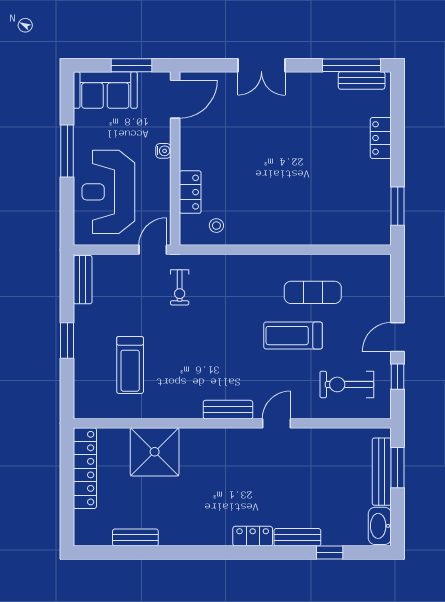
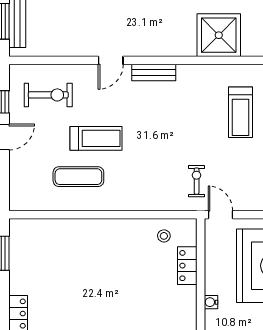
door: (153, 250) -> (220, 215), swing flipped
treadmill: (130, 365) -> (240, 112), turned 180

